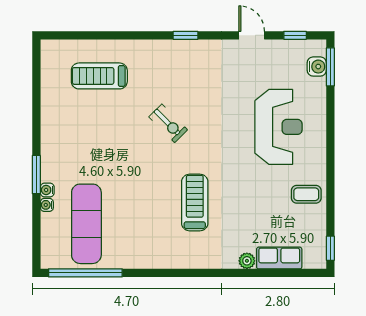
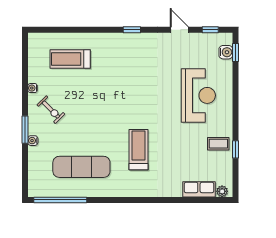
window: (330, 67) -> (236, 53), width x0.67
exercise bike: (168, 123) -> (51, 110), moved
water cooler: (47, 205) -> (33, 88), moved
exercise mat: (86, 224) -> (81, 167), moved, turned 90
window: (330, 248) -> (236, 149), moved
plant: (247, 261) -> (222, 191), moved

